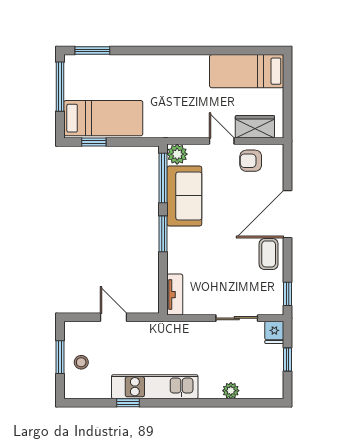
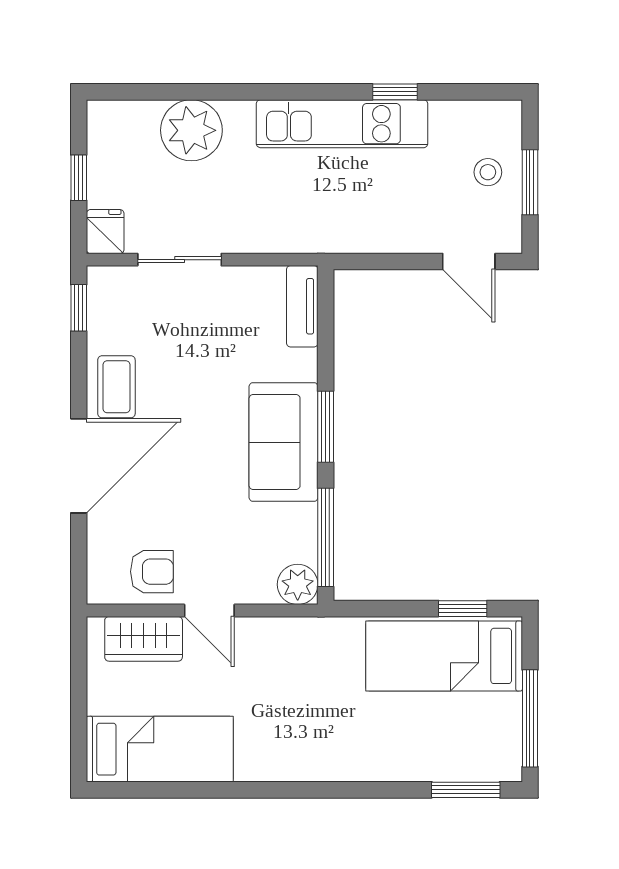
sofa: (184, 196) -> (283, 442), moved
door: (113, 317) -> (469, 262), moved
plant: (231, 391) -> (191, 130), width x1.87, depth x1.87

